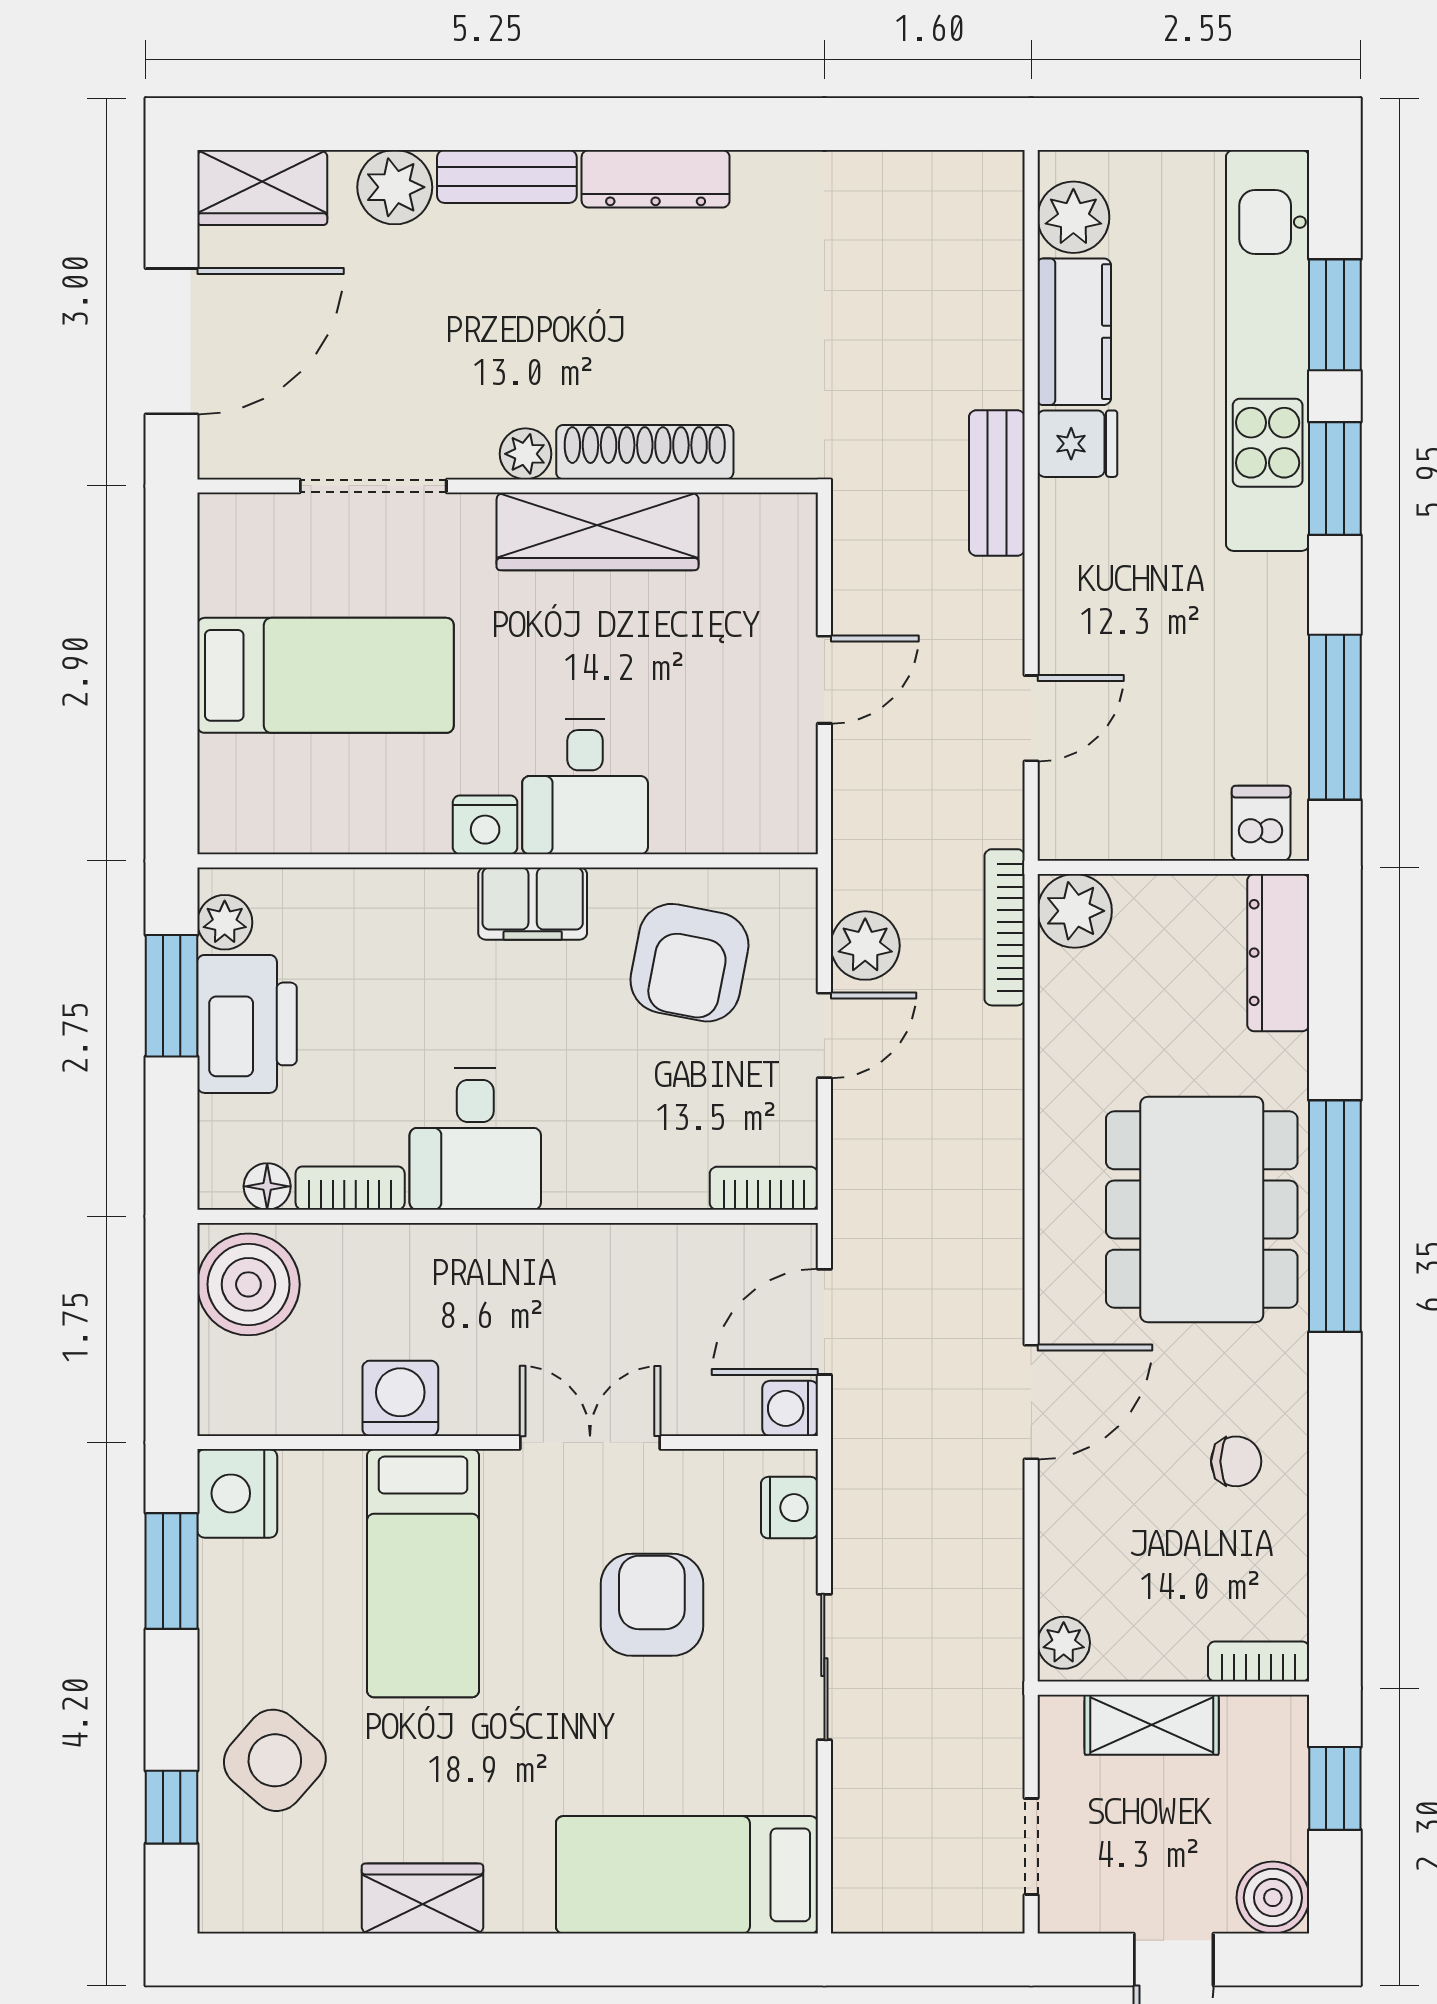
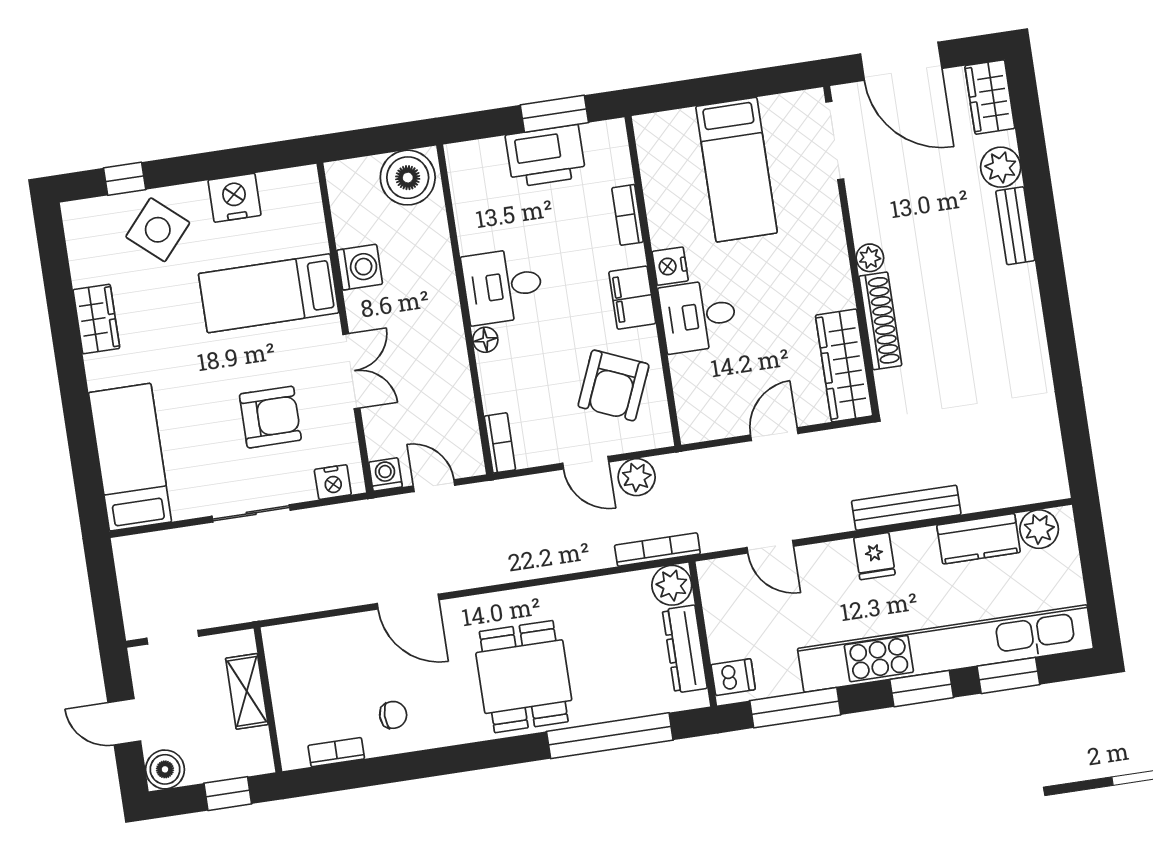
dresser: (656, 179) -> (1026, 305), removed
kitchen unit: (1268, 350) -> (945, 648), width x1.36
fridge: (1077, 444) -> (874, 556), moved
bench: (997, 483) -> (906, 508), width x1.36
doorway: (373, 486) -> (835, 141), moved
wardrobe: (598, 531) -> (844, 365), moved
door: (824, 680) -> (774, 434), swing flipped
plant: (225, 922) -> (598, 136), removed
dresser: (1278, 953) -> (685, 649), moved, turned -90
armchair: (689, 963) -> (613, 385), turned -78
floor lamp: (267, 1186) -> (485, 340), moved
bookcase: (350, 1188) -> (628, 215), moved, turned 180
dining table: (1202, 1209) -> (524, 677), width x0.73
window: (1335, 1216) -> (610, 736), moved
door: (824, 1322) -> (434, 486), width x0.73
chair: (1236, 1461) -> (393, 715), turned -90
nightstand: (237, 1493) -> (234, 198), moved
window: (172, 1571) -> (250, 160), removed
plant: (1064, 1643) -> (283, 638), removed
bookcase: (1259, 1661) -> (336, 752), moved, turned -90

